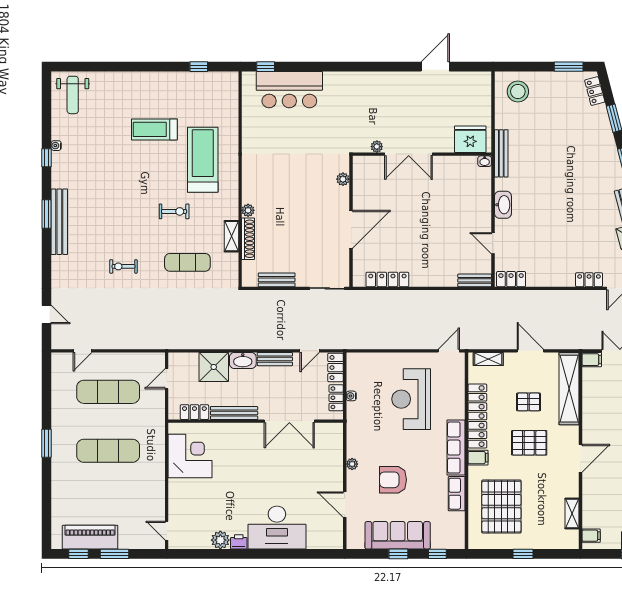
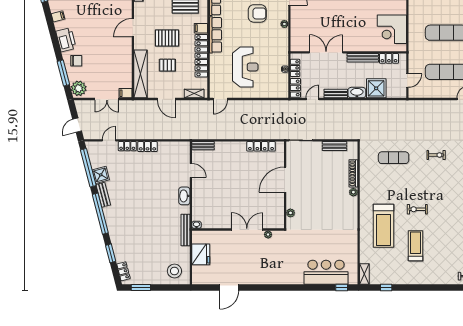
treadmill: (154, 129) -> (416, 246), turned -90
fridge: (470, 139) -> (201, 254), moved, turned -90
exercise bike: (174, 211) -> (417, 209), moved
shelving: (231, 236) -> (364, 274), moved
locker: (511, 279) -> (147, 147), moved

